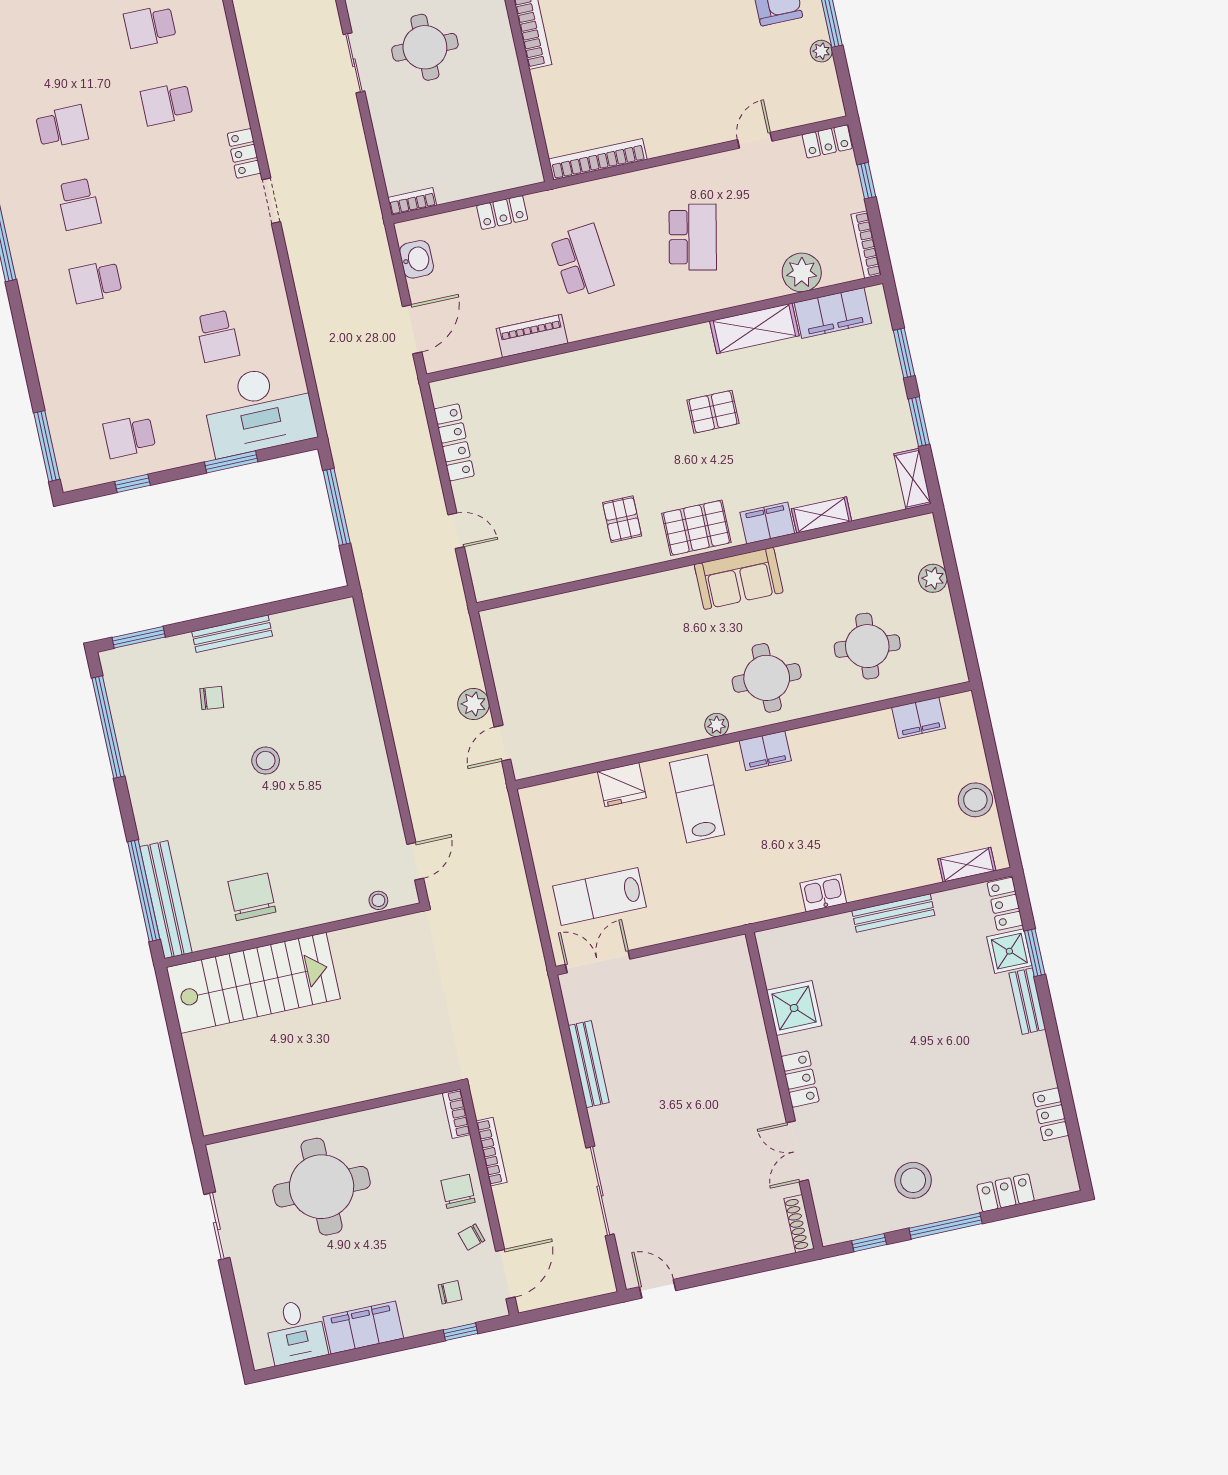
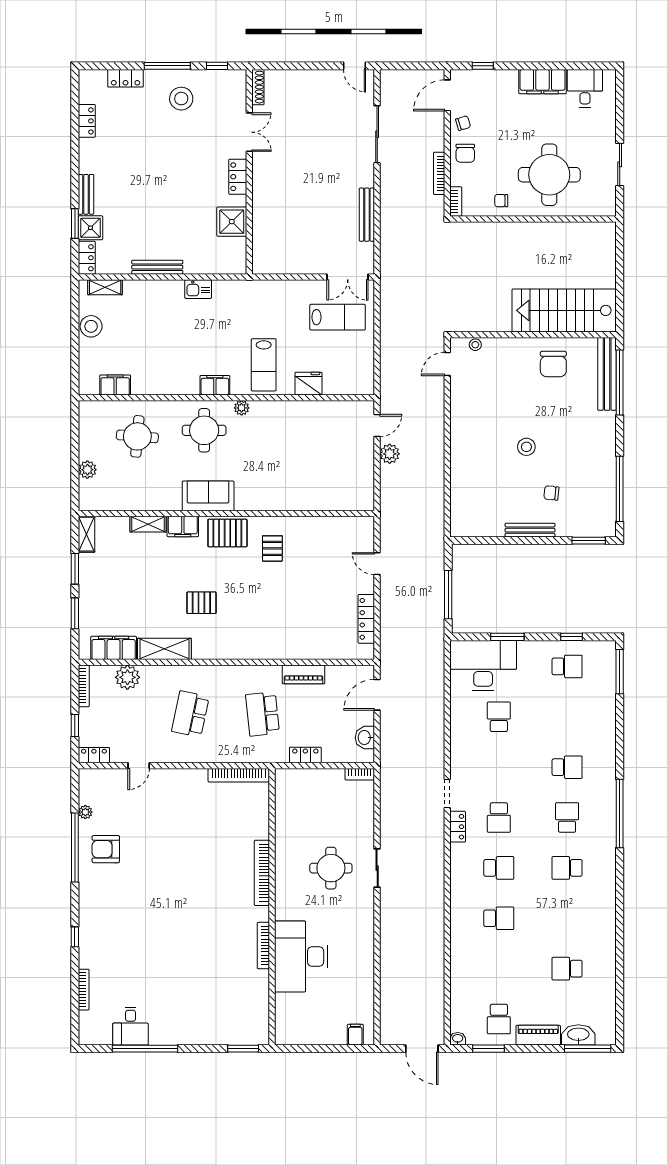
school desk: (184, 181) -> (499, 818), added
chair: (450, 1292) -> (501, 201), moved

